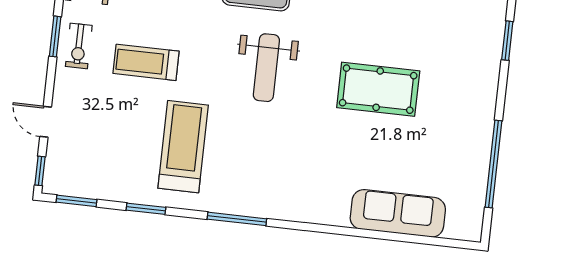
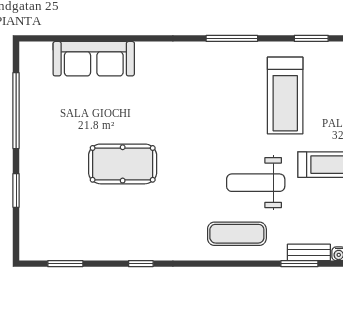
window: (507, 41) -> (16, 190), moved
weight bench: (266, 68) -> (256, 183), moved, turned -90

